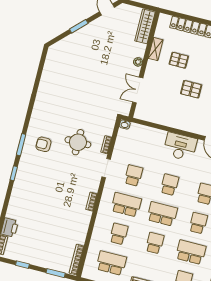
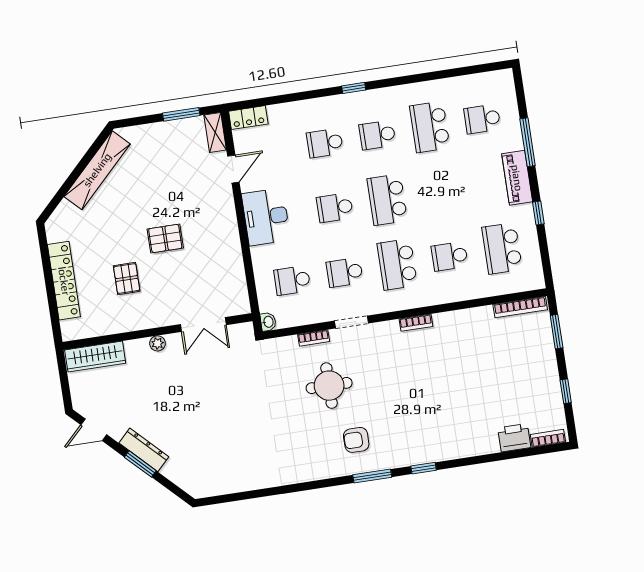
dresser: (85, 31) -> (144, 450), added
shelving: (156, 49) -> (125, 324), removed
pallet: (191, 89) -> (165, 238), turned 90
armchair: (43, 144) -> (356, 440), turned 90
school desk: (155, 243) -> (292, 280), moved

